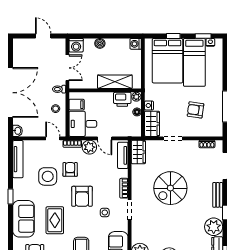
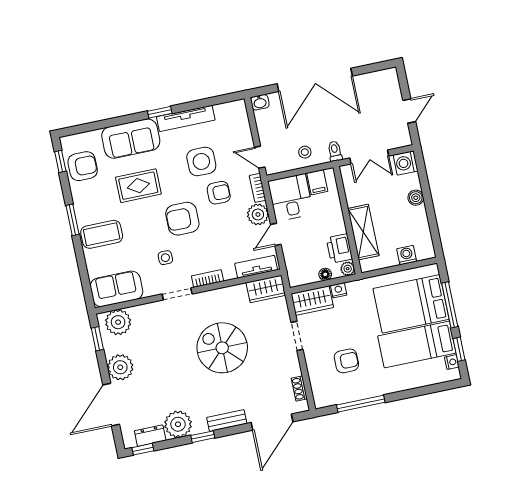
window: (173, 36) -> (450, 305), width x2.17
washing machine: (136, 44) -> (407, 255), moved
armchair: (195, 110) -> (346, 361), turned 82
door: (53, 138) -> (260, 157), swing flipped
tv unit: (18, 159) -> (186, 118), moved

